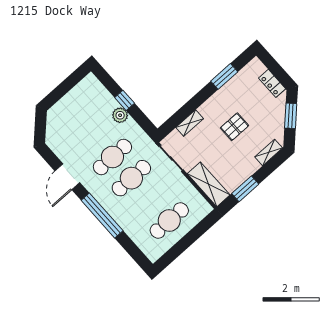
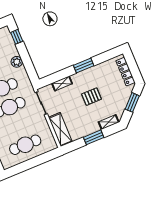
window: (224, 76) -> (84, 65), moved
locker: (272, 83) -> (125, 72), width x1.53
window: (125, 100) -> (17, 37), moved
window: (245, 189) -> (94, 137), moved

